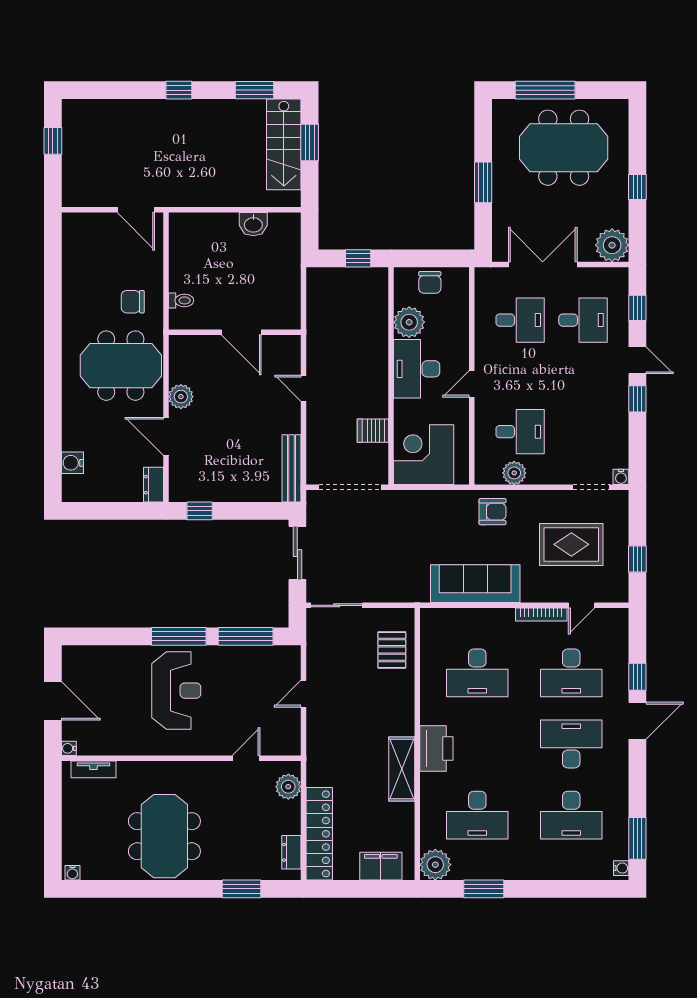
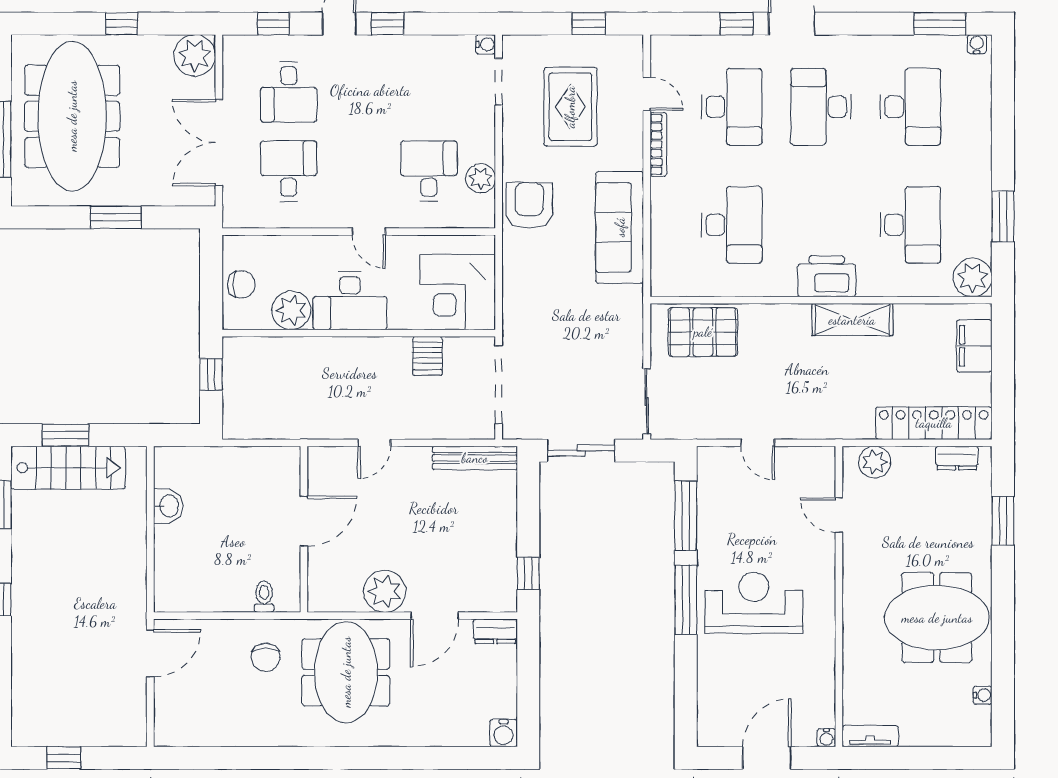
meeting table: (564, 148) -> (72, 116), width x1.36
desk: (583, 320) -> (289, 92), turned 180
plant: (181, 397) -> (385, 591), width x1.36, depth x1.36
water cooler: (72, 463) -> (504, 733), moved
armchair: (493, 512) -> (529, 206), width x1.38, depth x1.38
pallet: (392, 650) -> (703, 332), width x1.50, depth x1.42
tv unit: (93, 769) -> (870, 736), moved, turned -90
water cooler: (72, 873) -> (983, 695), moved

